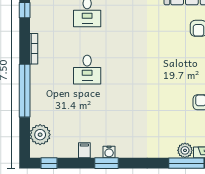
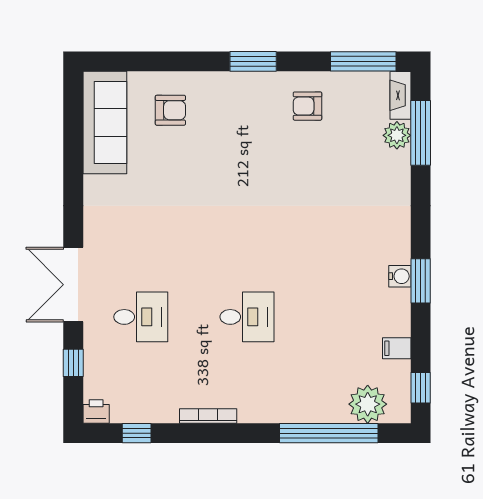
window: (25, 91) -> (329, 433), moved
filing cabinet: (84, 150) -> (397, 348), moved

